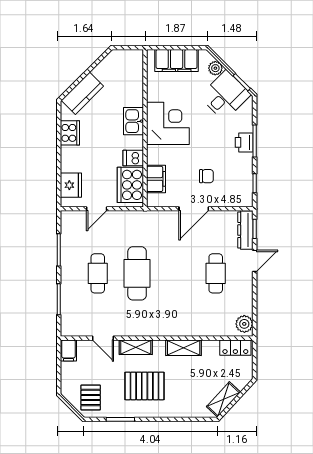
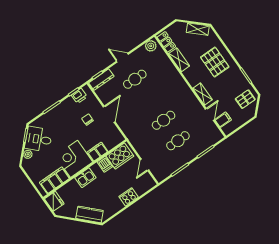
filing cabinet: (177, 61) -> (55, 180), moved, turned -90
cooker: (70, 133) -> (129, 197), moved
printer: (244, 142) -> (79, 96), moved
filing cabinet: (156, 179) -> (97, 152), moved
fridge: (71, 185) -> (54, 201), moved, turned 90
door: (97, 209) -> (145, 165), swing flipped
door: (194, 209) -> (109, 114), hinge flipped
door: (255, 261) -> (122, 58), moved
cafe table: (137, 273) -> (164, 120), width x0.73, depth x0.74
shelving: (184, 348) -> (179, 60), moved
filing cabinet: (68, 350) -> (223, 120), moved
pallet: (145, 386) -> (215, 62), moved

